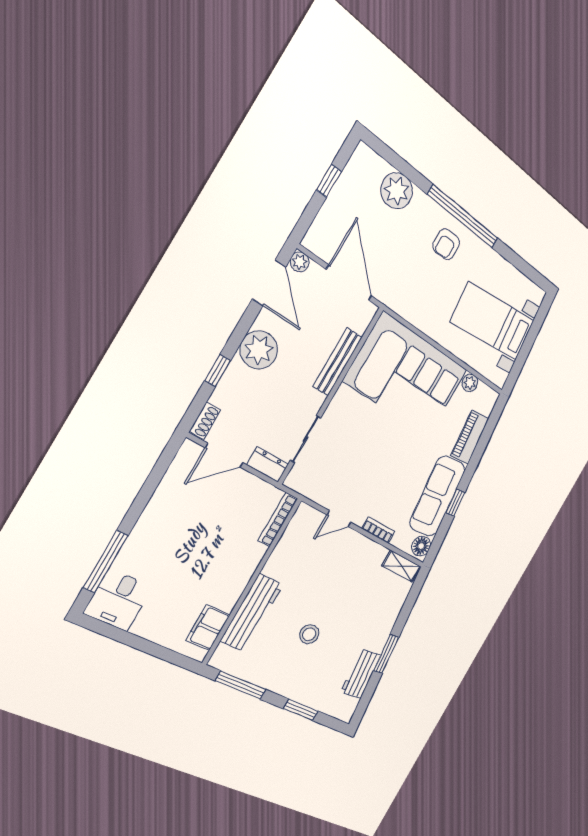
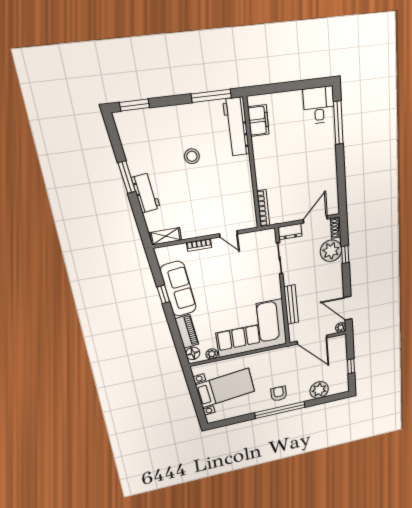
plant: (259, 350) -> (331, 251), moved
door: (339, 519) -> (228, 234), swing flipped
floor lamp: (421, 546) -> (193, 353), moved
workbench: (252, 613) -> (236, 127), moved
workbench: (361, 674) -> (146, 193), moved
window: (301, 710) -> (134, 105), moved

